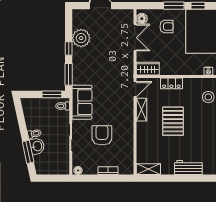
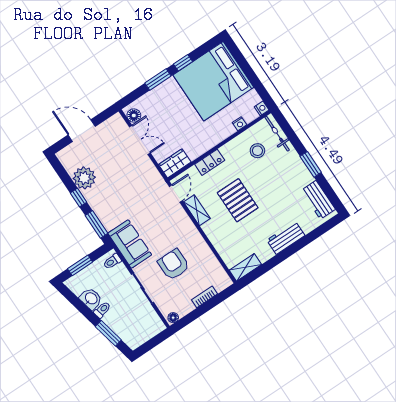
armchair: (166, 27) -> (165, 106), removed
window: (52, 94) -> (80, 265), moved
washbasin: (37, 146) -> (91, 299), moved

